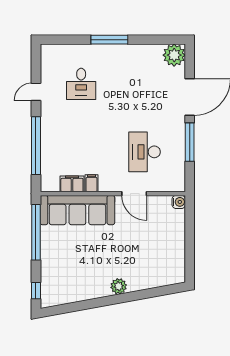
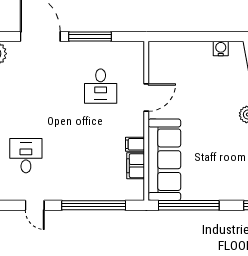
desk: (81, 84) -> (26, 156), turned -90
desk: (145, 152) -> (101, 86), width x0.73
water cooler: (179, 202) -> (221, 49), moved

